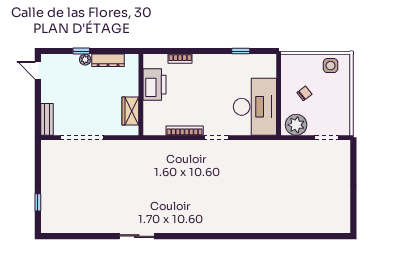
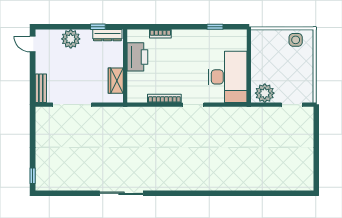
window: (81, 51) -> (98, 27), moved
plant: (85, 60) -> (71, 39), width x1.88, depth x1.88
dresser: (108, 60) -> (107, 35), moved
chair: (304, 93) -> (272, 65), removed
window: (38, 202) -> (33, 176), moved
sliding door: (137, 236) -> (121, 193), width x1.37

